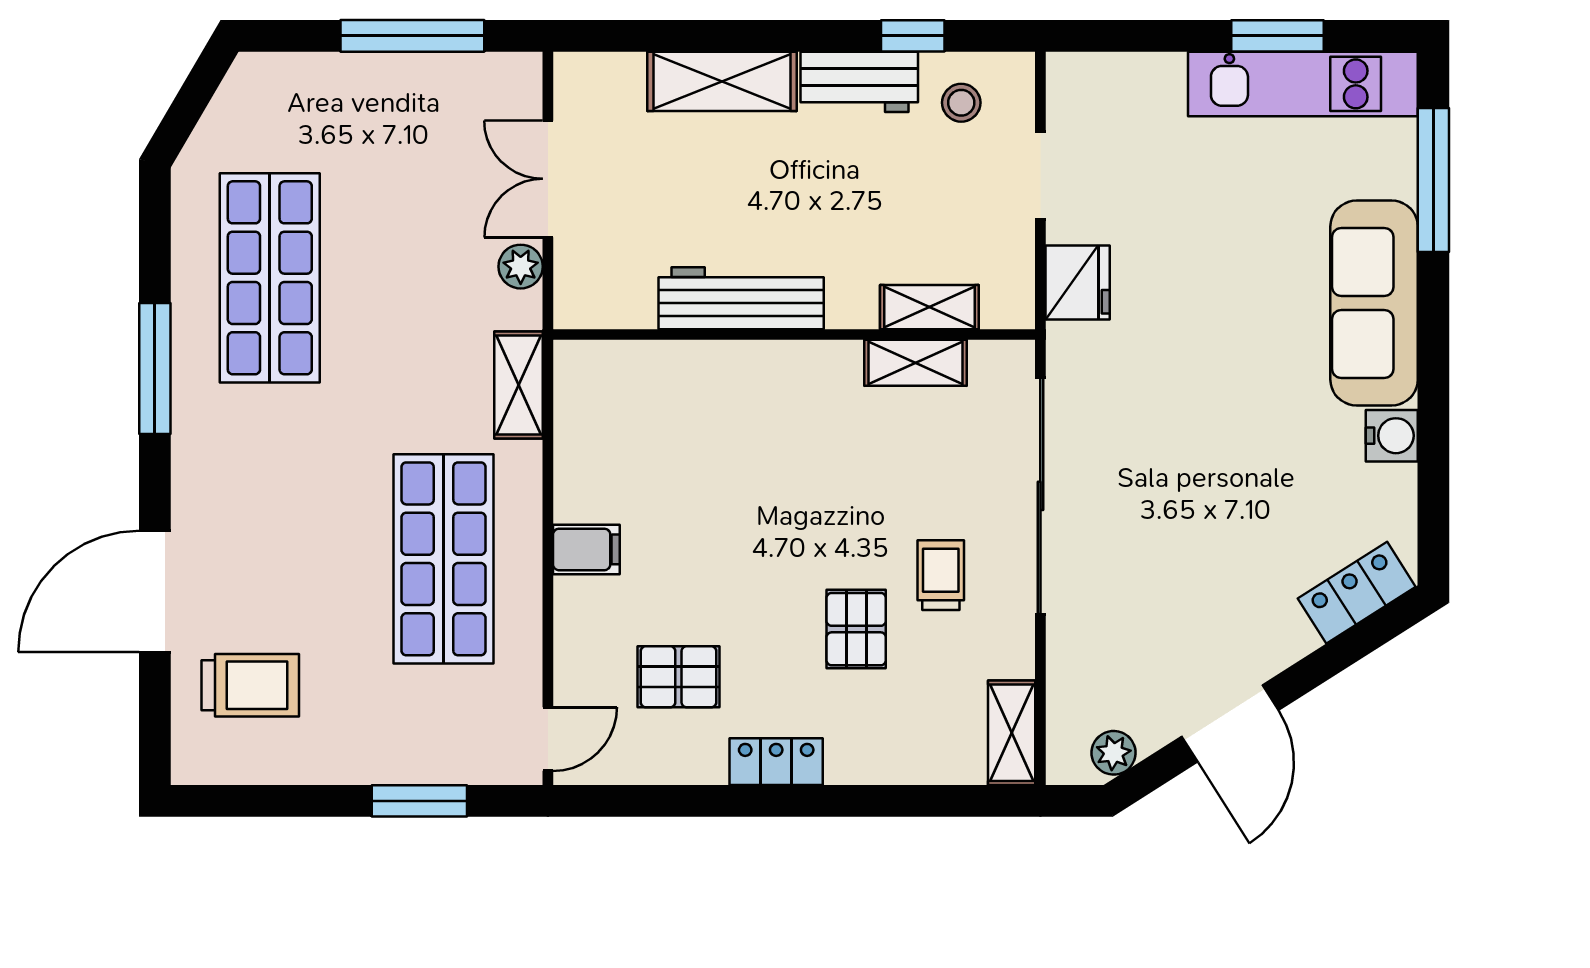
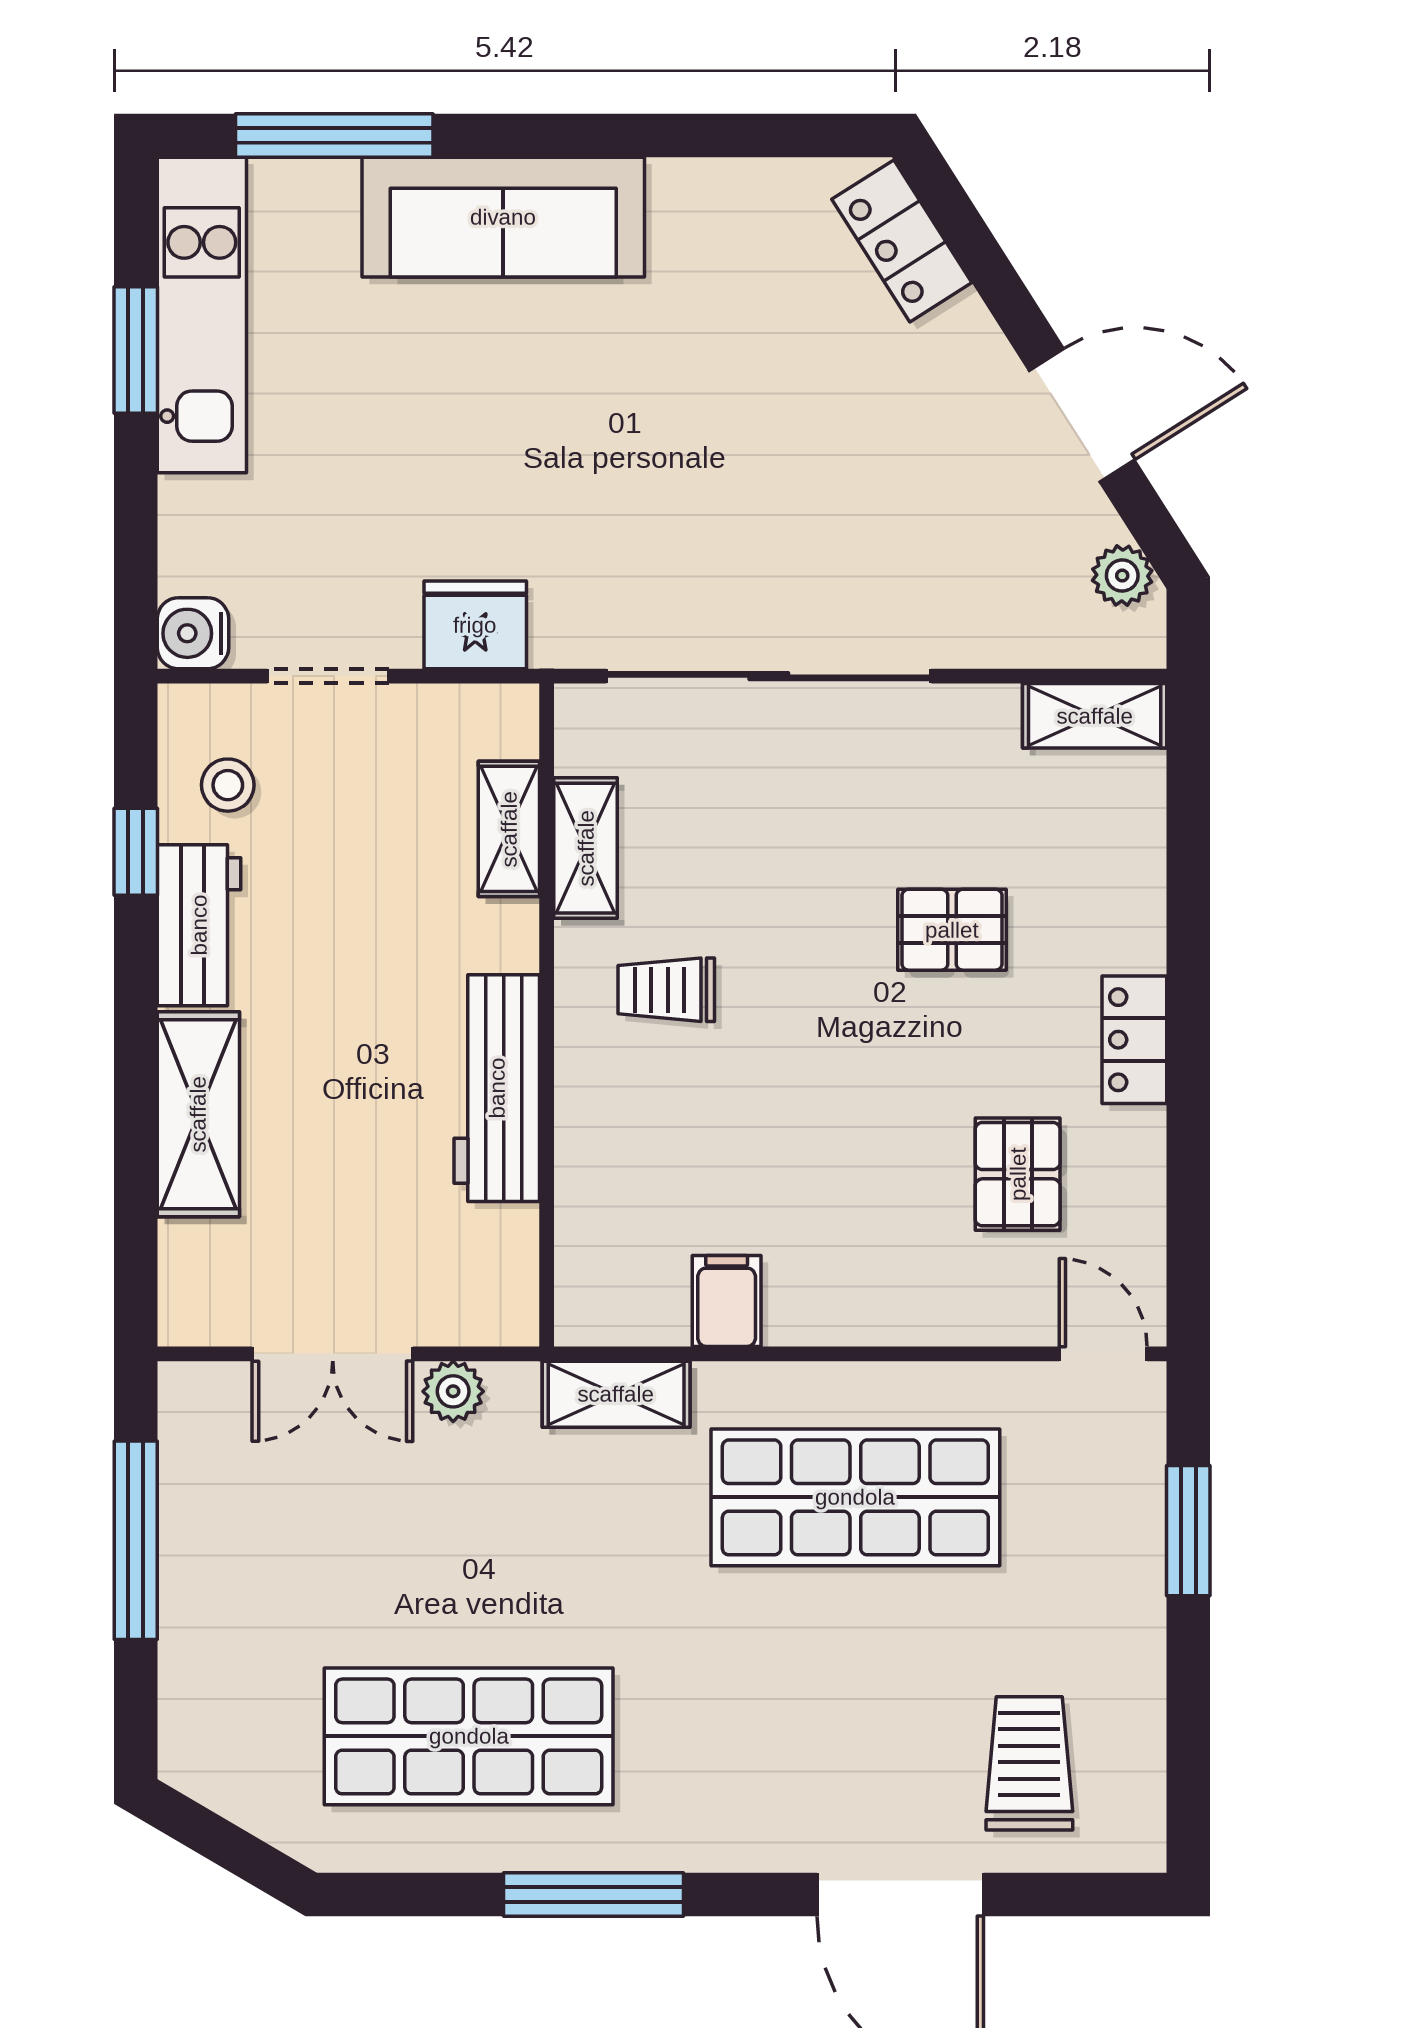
water cooler: (1392, 436) -> (193, 633), moved, turned -90
filing cabinet: (586, 549) -> (727, 1301), moved
trolley: (941, 575) -> (666, 990), moved

